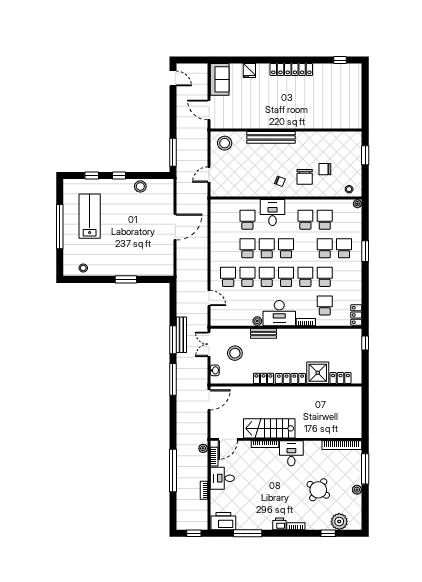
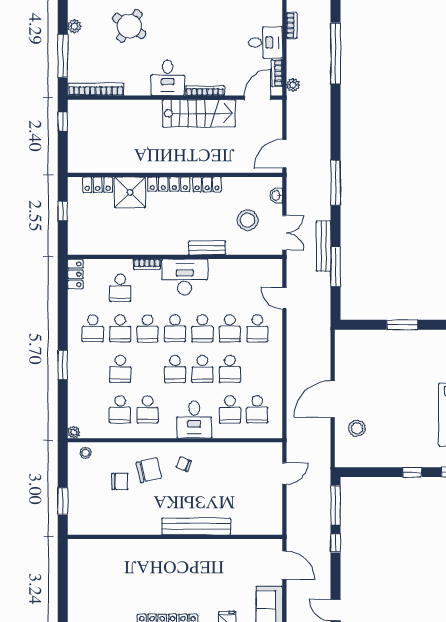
window: (173, 126) -> (336, 543), added
stool: (225, 143) -> (262, 518), removed
chair: (305, 177) -> (149, 470), turned 77
stool: (140, 186) -> (357, 428), moved
school desk: (228, 220) -> (257, 409), added
school desk: (344, 248) -> (93, 328), moved
plant: (257, 321) -> (216, 266), removed
window: (173, 340) -> (336, 267), moved
window: (365, 343) -> (63, 211), moved
window: (365, 423) -> (63, 122), added

